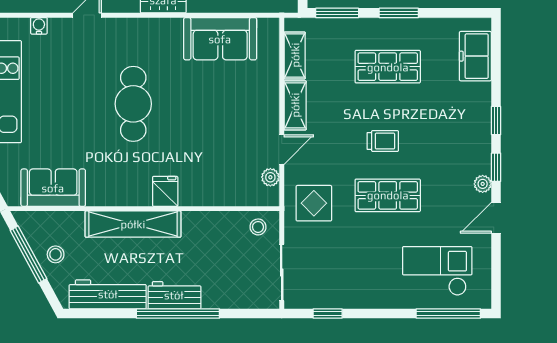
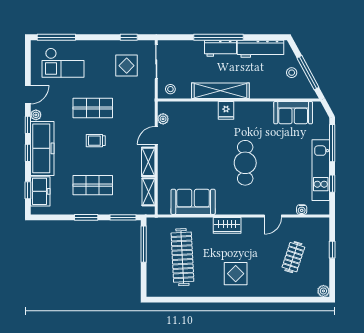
window: (496, 58) -> (28, 190), added
freezer: (472, 128) -> (42, 148), added
display table: (314, 203) -> (127, 66), moved
shelving: (133, 224) -> (220, 91), moved

